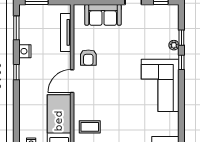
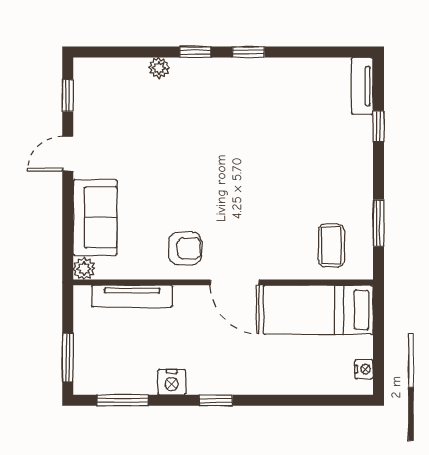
plant: (79, 10) -> (84, 269), added
window: (181, 38) -> (248, 52), moved
corner sofa: (160, 85) -> (244, 97), removed

